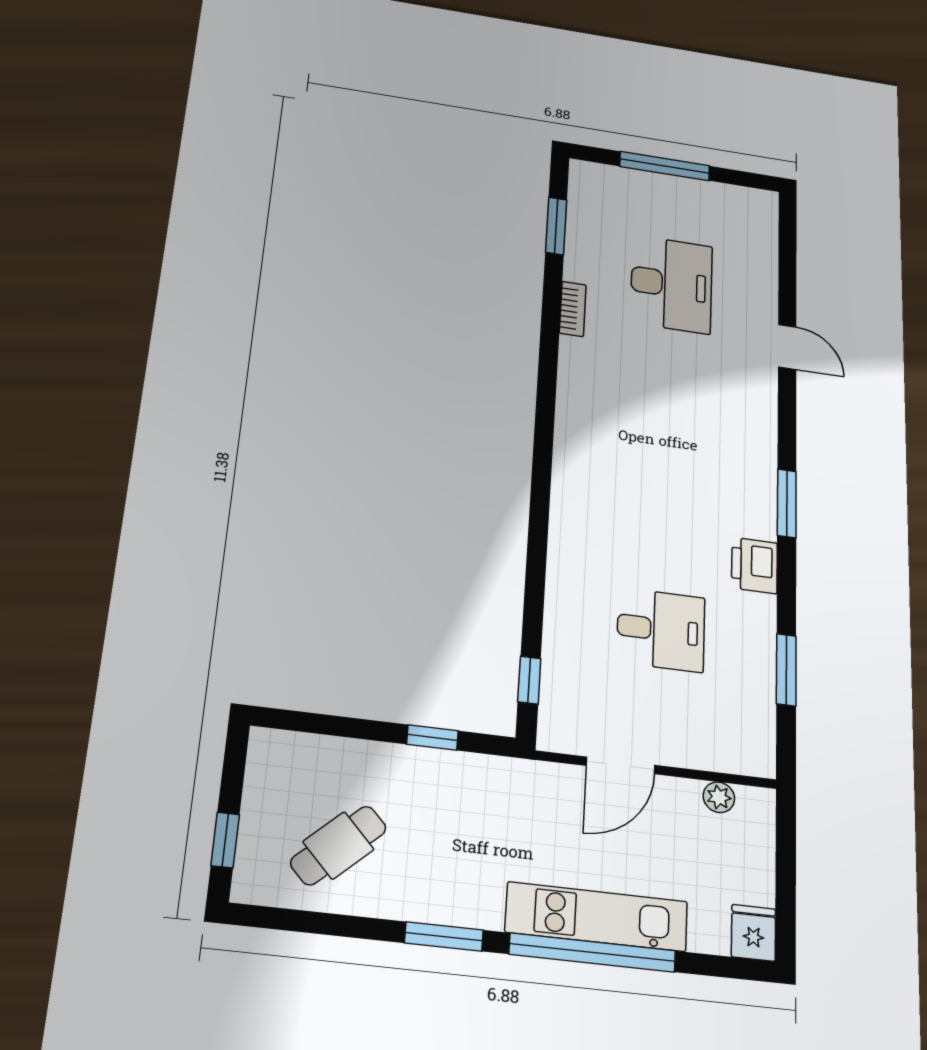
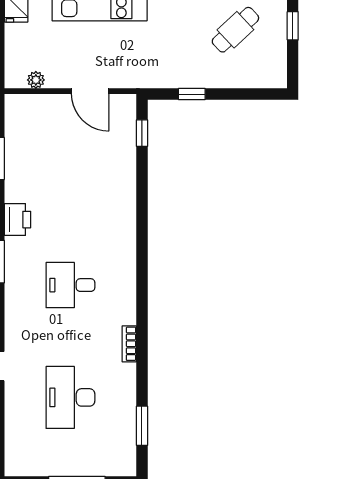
bookcase: (573, 309) -> (129, 344), moved
desk: (661, 630) -> (70, 285), moved
door: (621, 765) -> (90, 91), swing flipped

